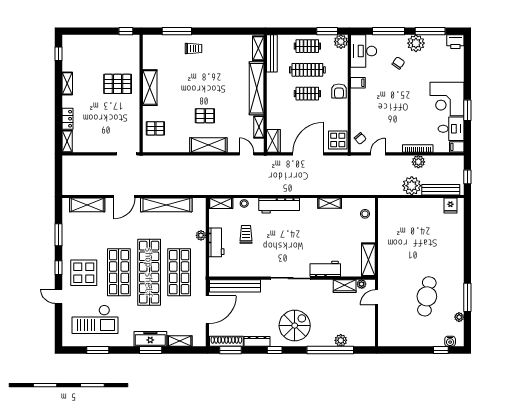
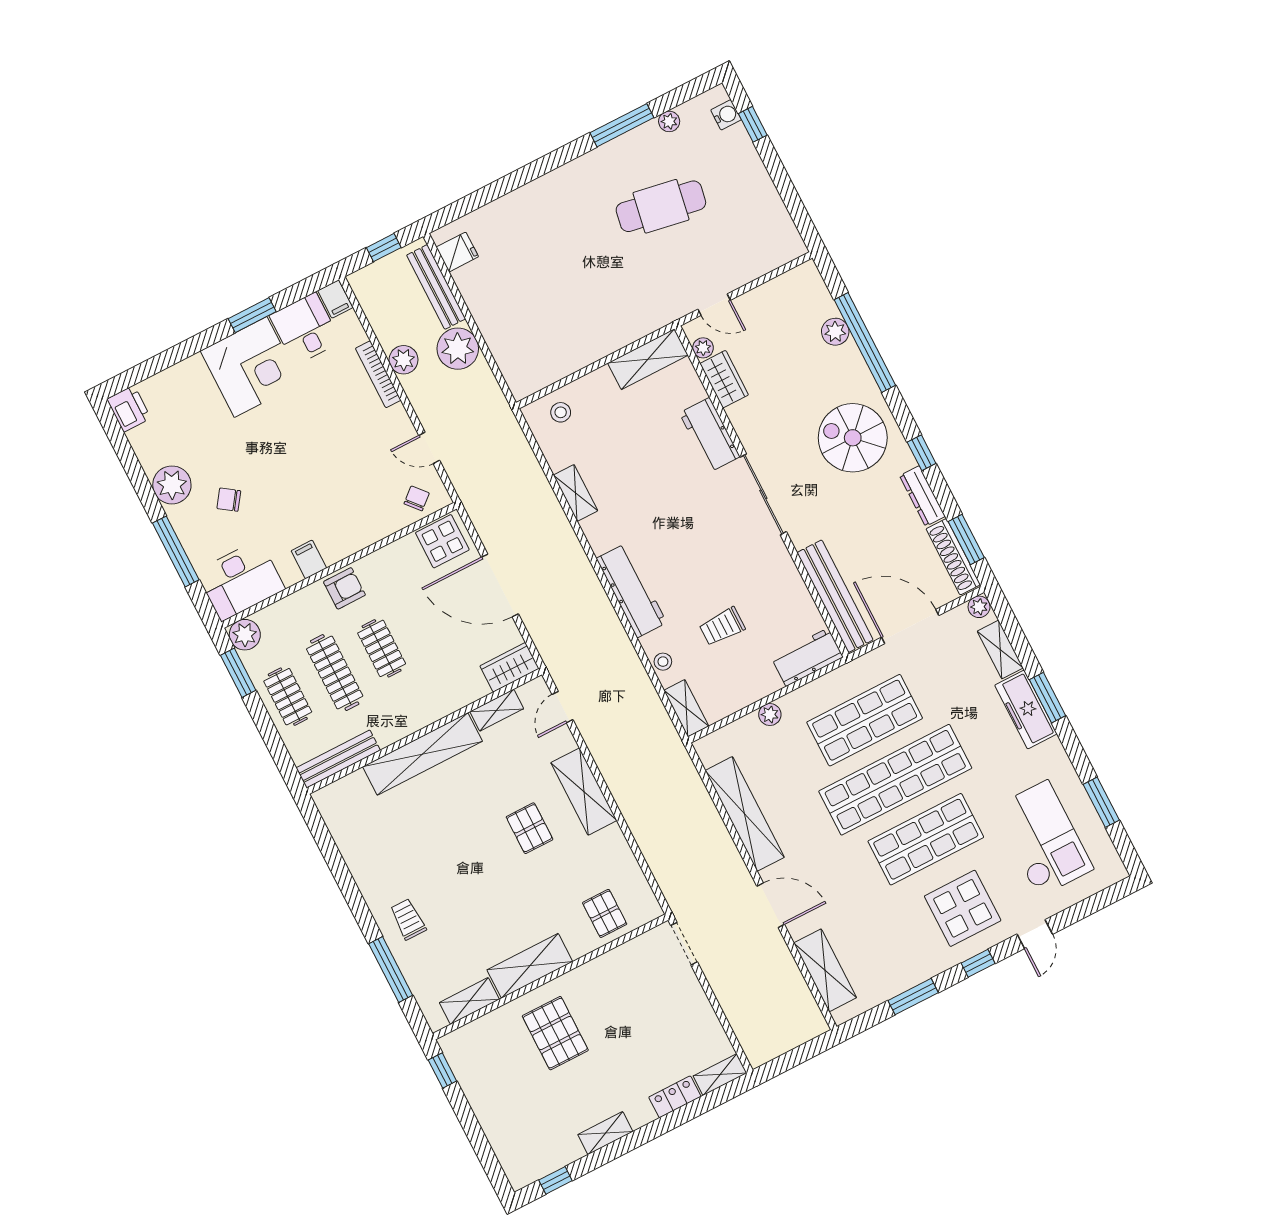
window: (430, 31) -> (133, 469), removed
shelving: (258, 48) -> (469, 1001), moved
workbench: (216, 242) -> (807, 657), moved
plant: (201, 341) -> (979, 607), added

